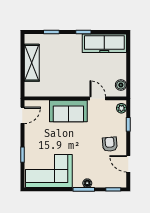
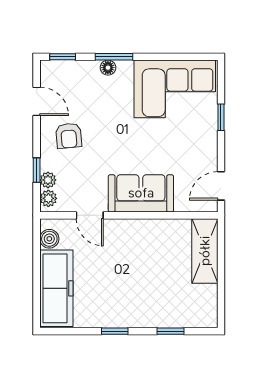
freezer: (104, 43) -> (56, 288), moved, turned 90
shelving: (32, 63) -> (205, 251), moved
plant: (122, 119) -> (48, 180), added

